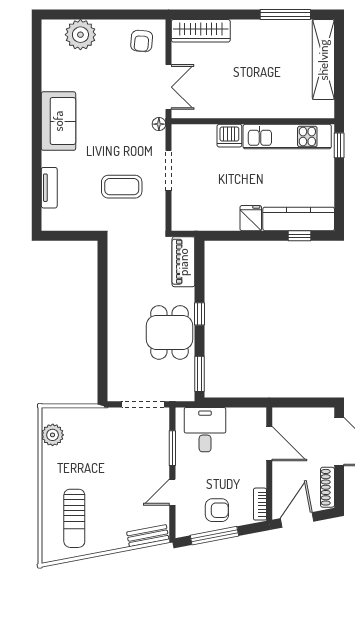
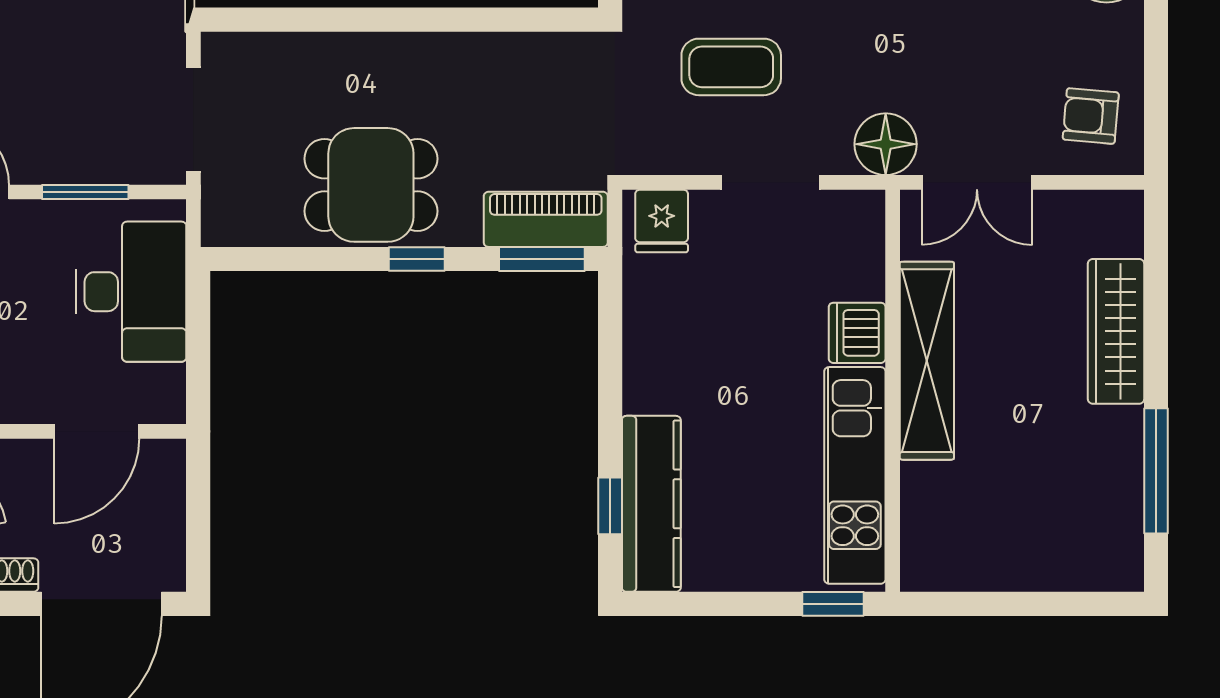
wardrobe: (201, 31) -> (1116, 331), moved
shelving: (323, 60) -> (927, 361), moved, turned 90
floor lamp: (159, 124) -> (886, 144), width x1.89, depth x1.89
coffee table: (122, 187) -> (731, 67), turned 90
fridge: (251, 218) -> (662, 221), moved, turned 90
window: (200, 374) -> (542, 259), moved
desk: (205, 430) -> (131, 292), width x1.37

